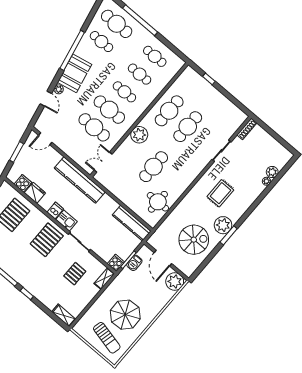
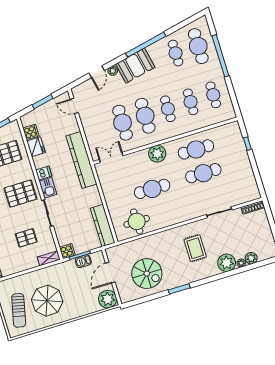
rug: (220, 193) -> (195, 248), turned 90
plant: (223, 225) -> (227, 263), moved

